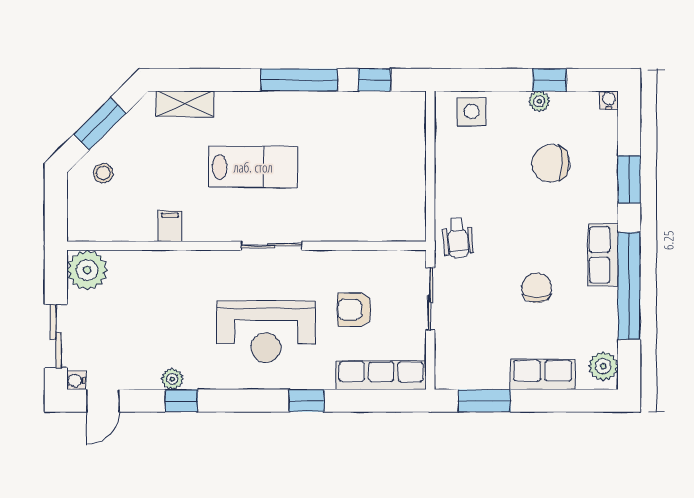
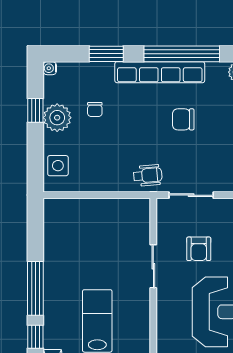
window: (374, 80) -> (35, 337), moved
plant: (539, 101) -> (57, 118), width x1.88, depth x1.88
chair: (551, 163) -> (95, 109), width x0.54, depth x0.54
sliding door: (271, 246) -> (153, 266), moved
row of seats: (603, 255) -> (160, 72), width x2.02

